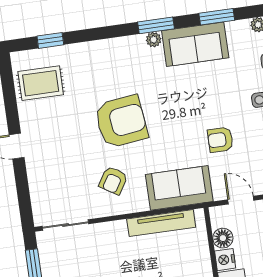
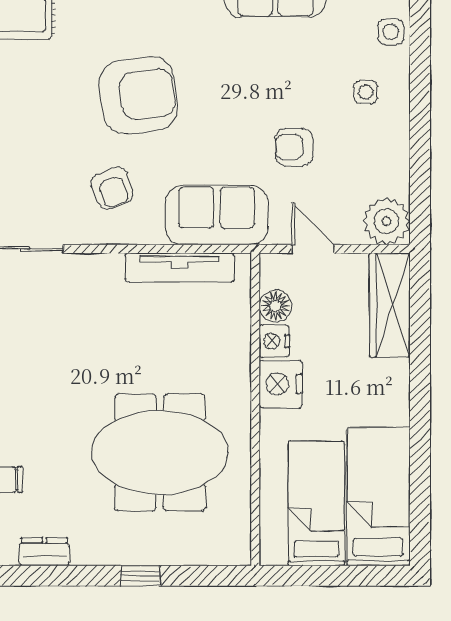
armchair: (113, 180) -> (112, 188), turned -53

